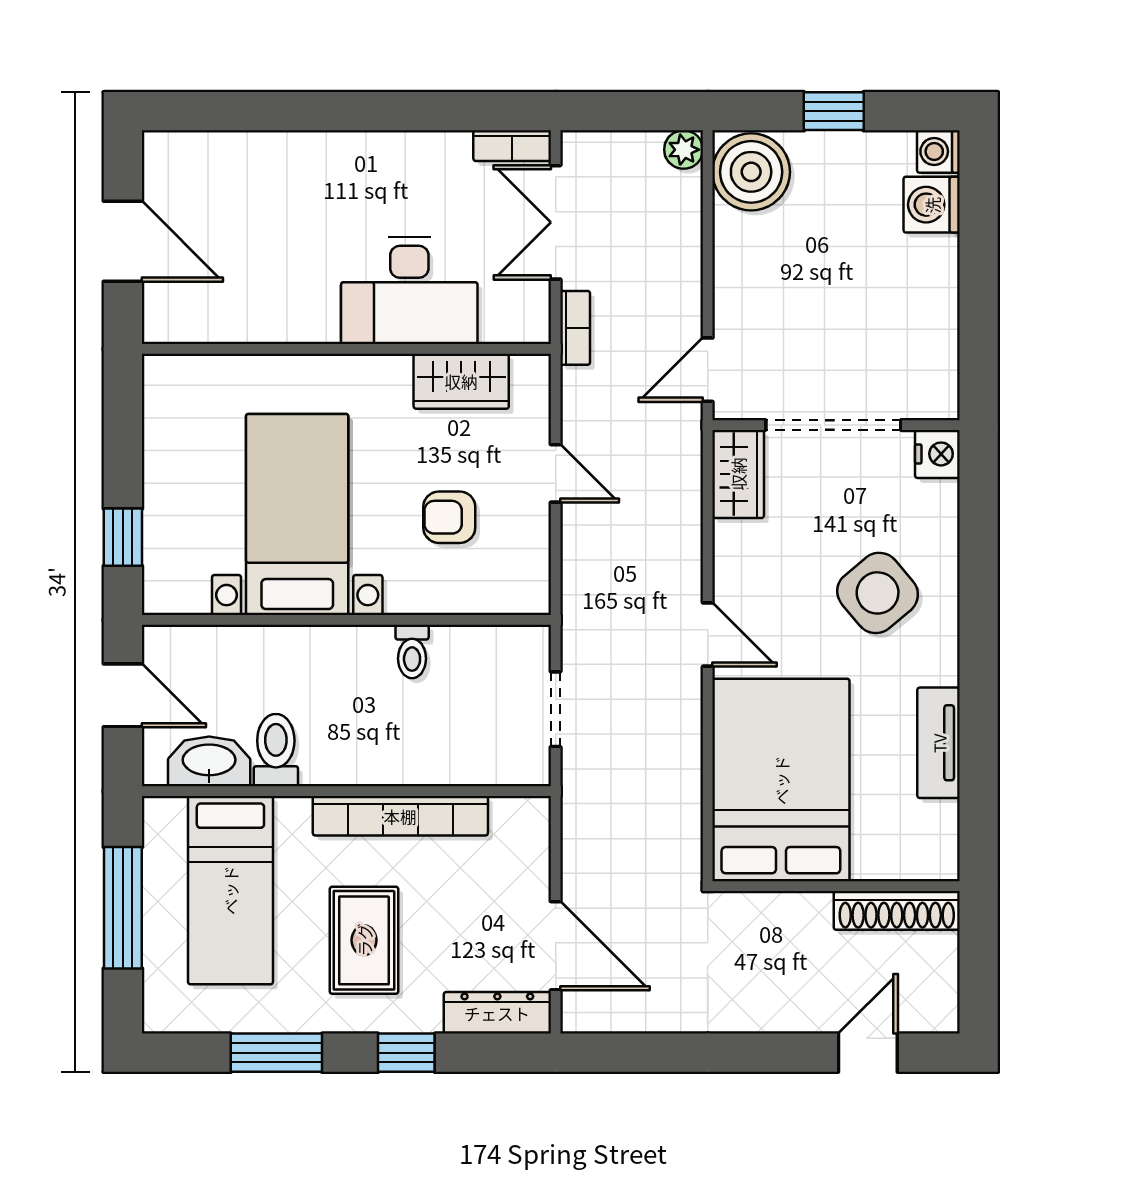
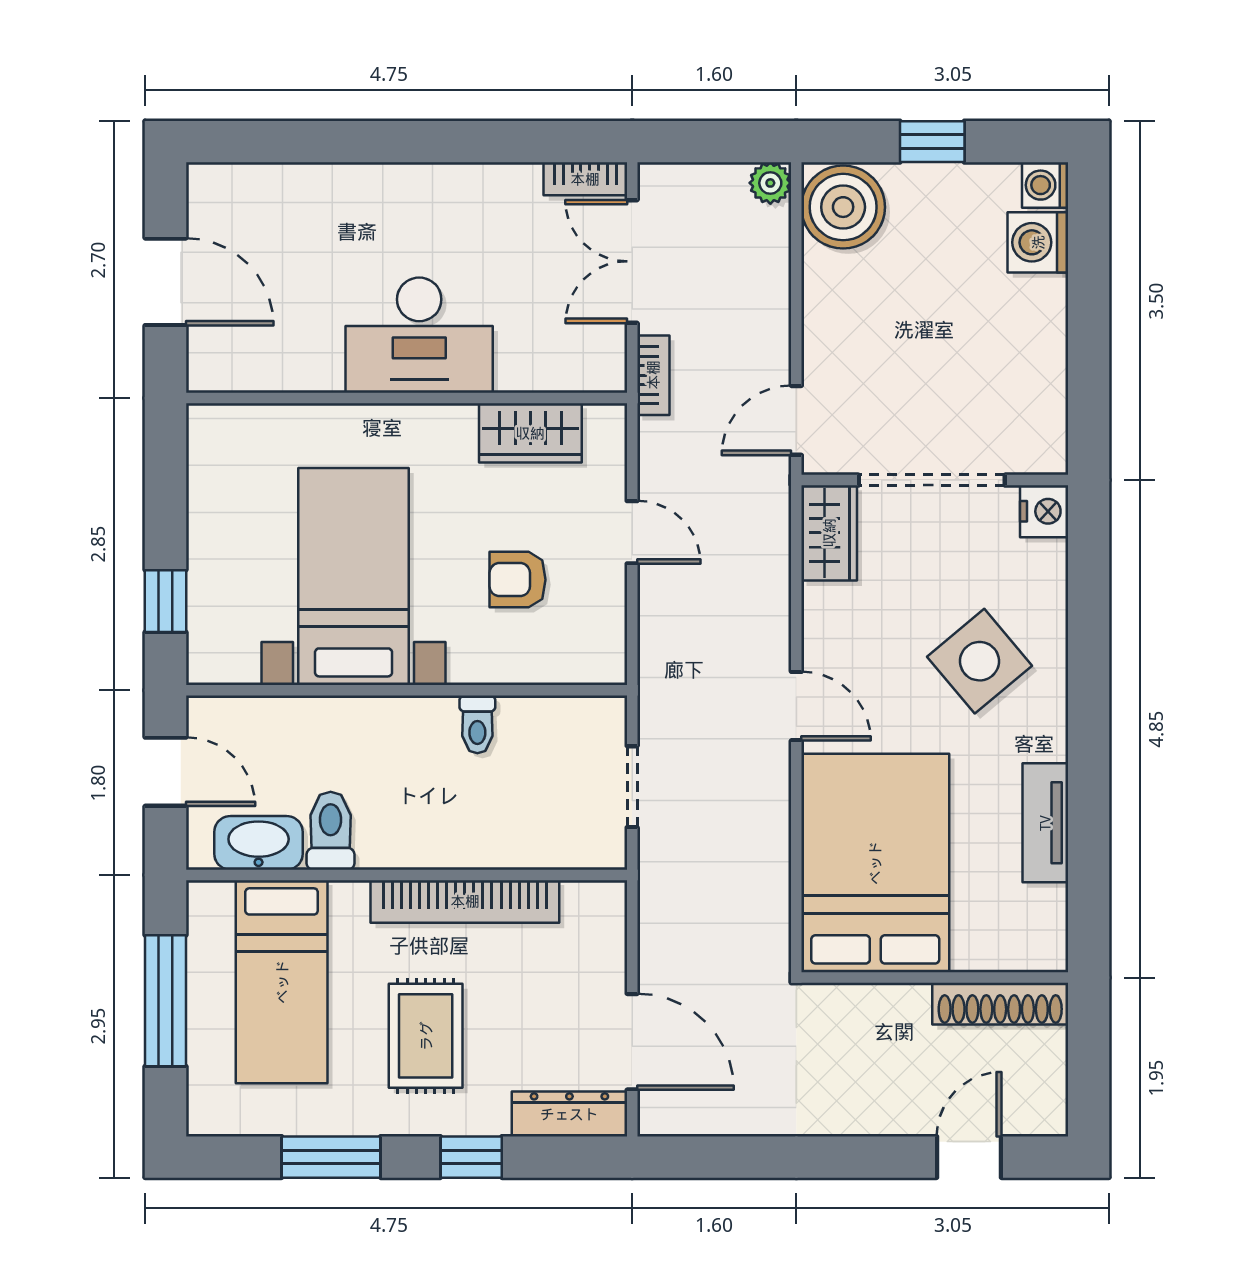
desk: (409, 291) -> (419, 335), moved

